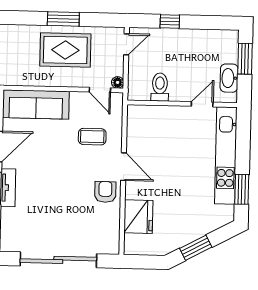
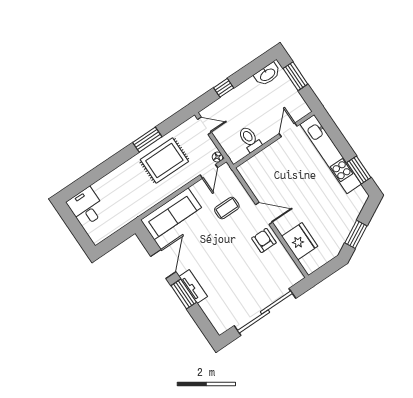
door: (126, 44) -> (205, 126), hinge flipped
washbasin: (229, 78) -> (267, 74), moved, turned -90
door: (100, 90) -> (209, 171), hinge flipped

